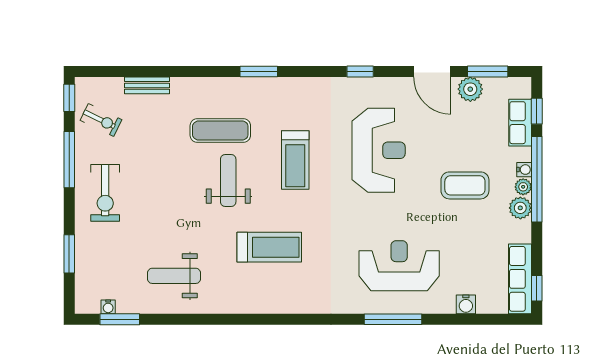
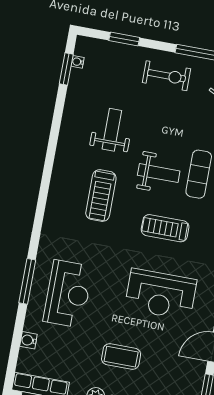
plant: (470, 89) -> (195, 374), removed
coffee table: (465, 185) -> (121, 357), turned 90
exercise bike: (105, 193) -> (167, 76), turned 180
weight bench: (174, 276) -> (112, 130), moved

